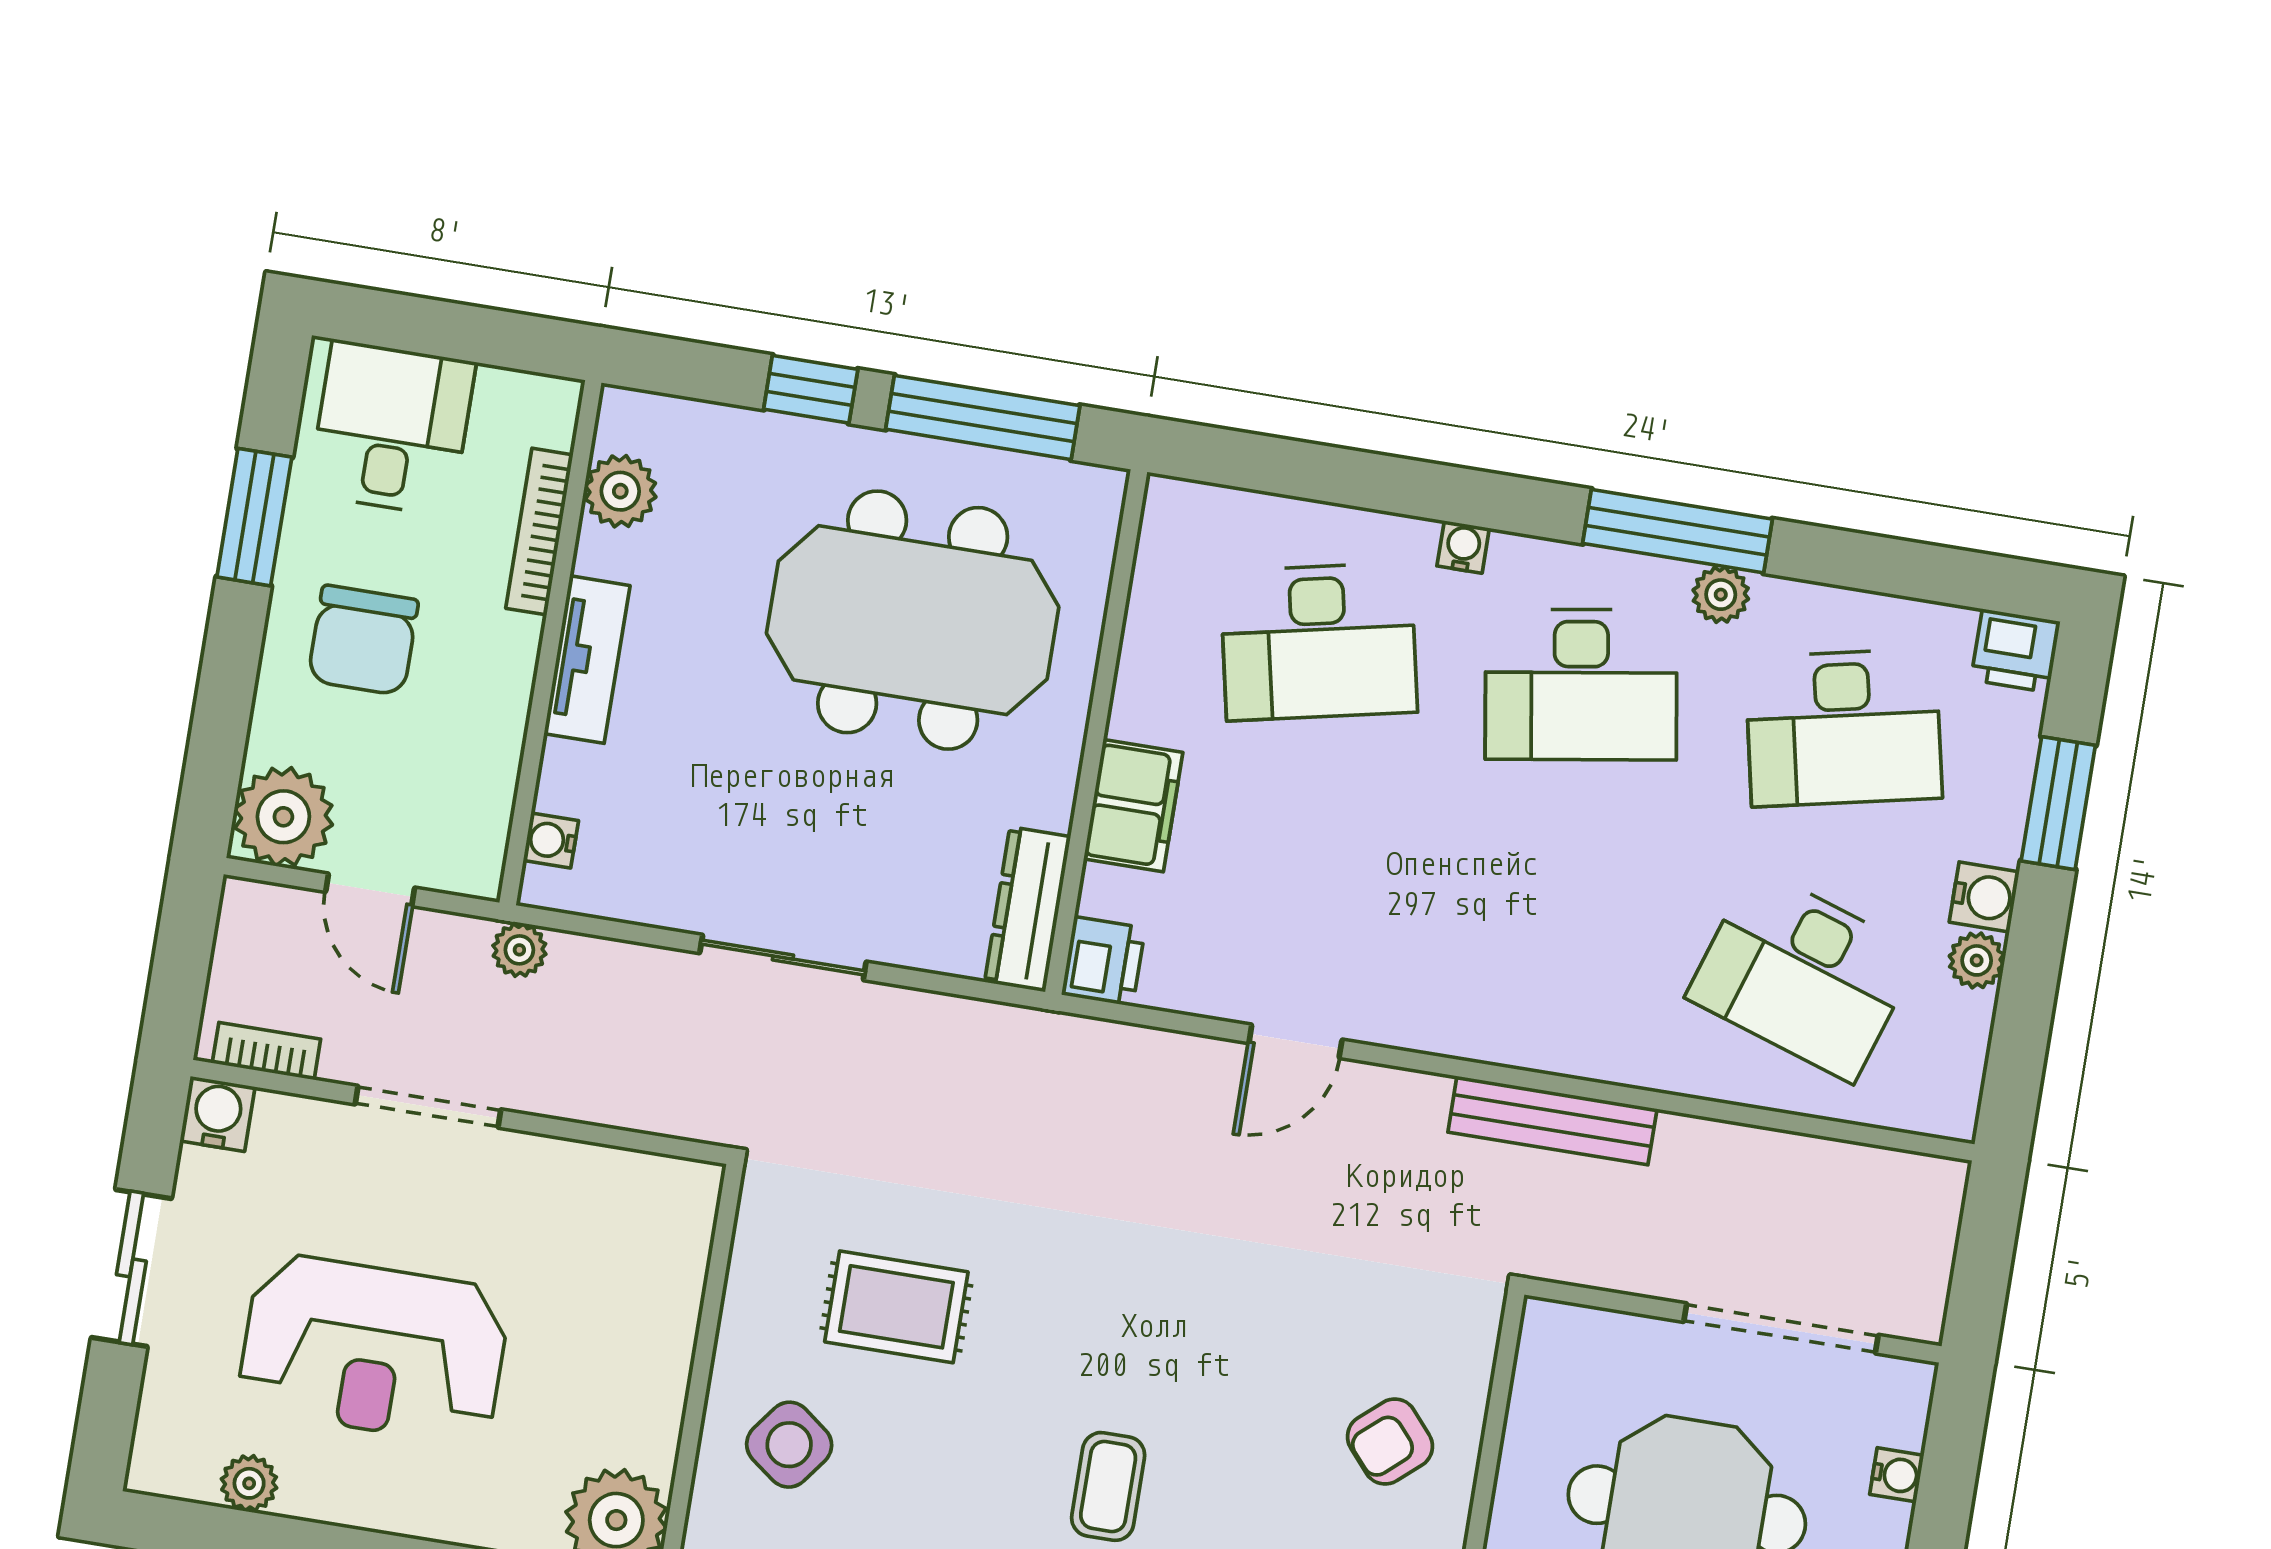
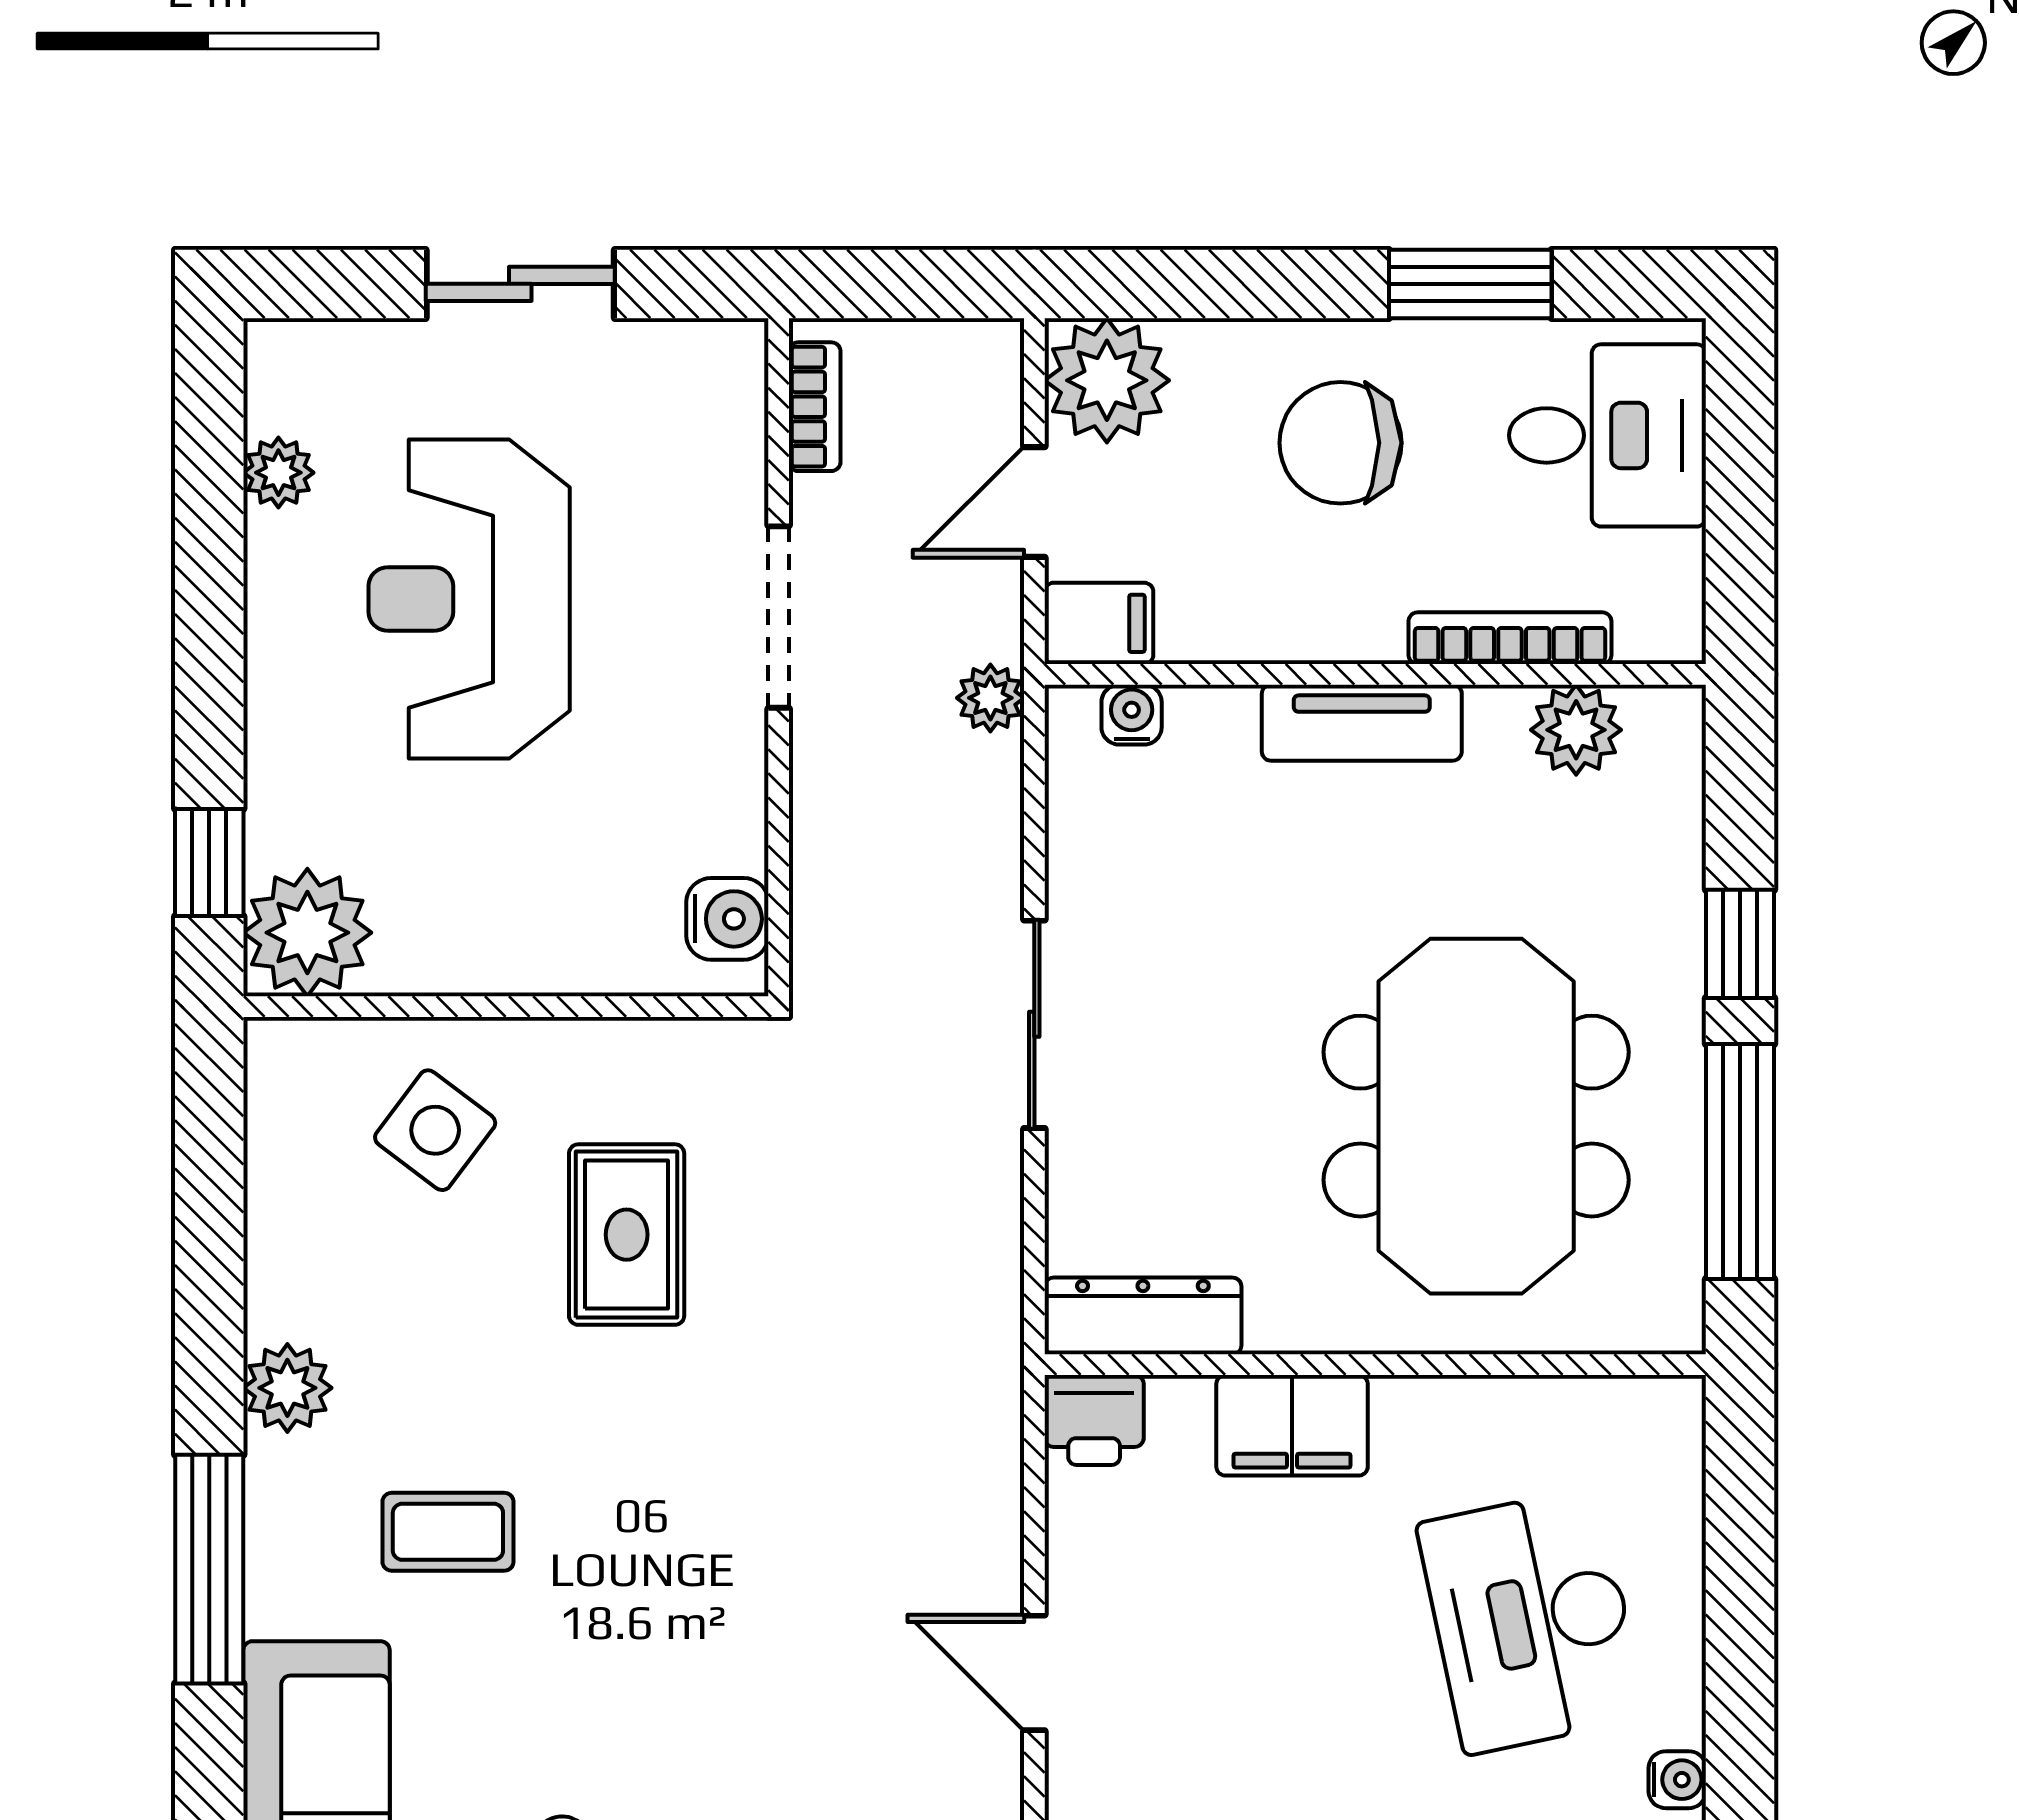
filing cabinet: (474, 854) -> (1099, 623), added
water cooler: (217, 1114) -> (727, 919), moved

